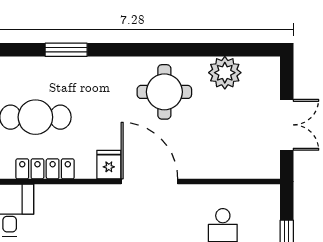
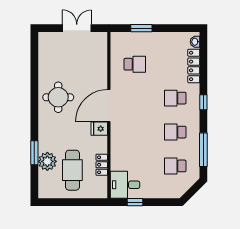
plant: (225, 73) -> (47, 161), moved
locker: (45, 169) -> (102, 165), width x0.66

